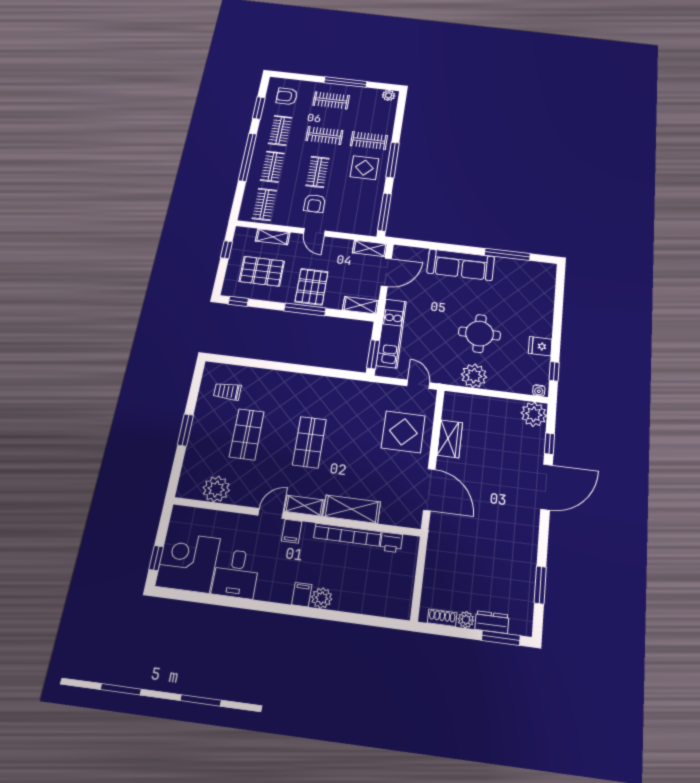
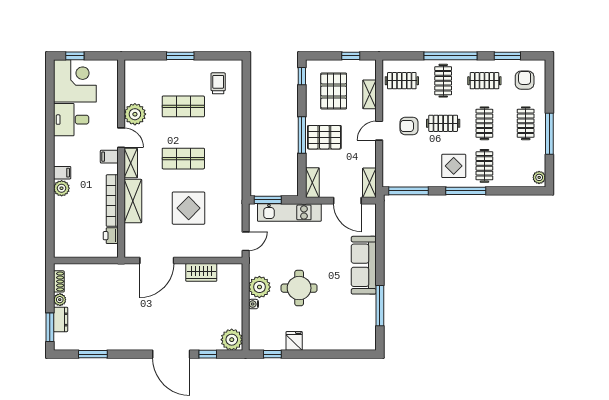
clothes rail: (272, 167) -> (443, 81), turned 90
water cooler: (539, 390) -> (253, 304), moved
display table: (403, 432) -> (189, 208), moved
plant: (216, 489) -> (135, 114), moved

